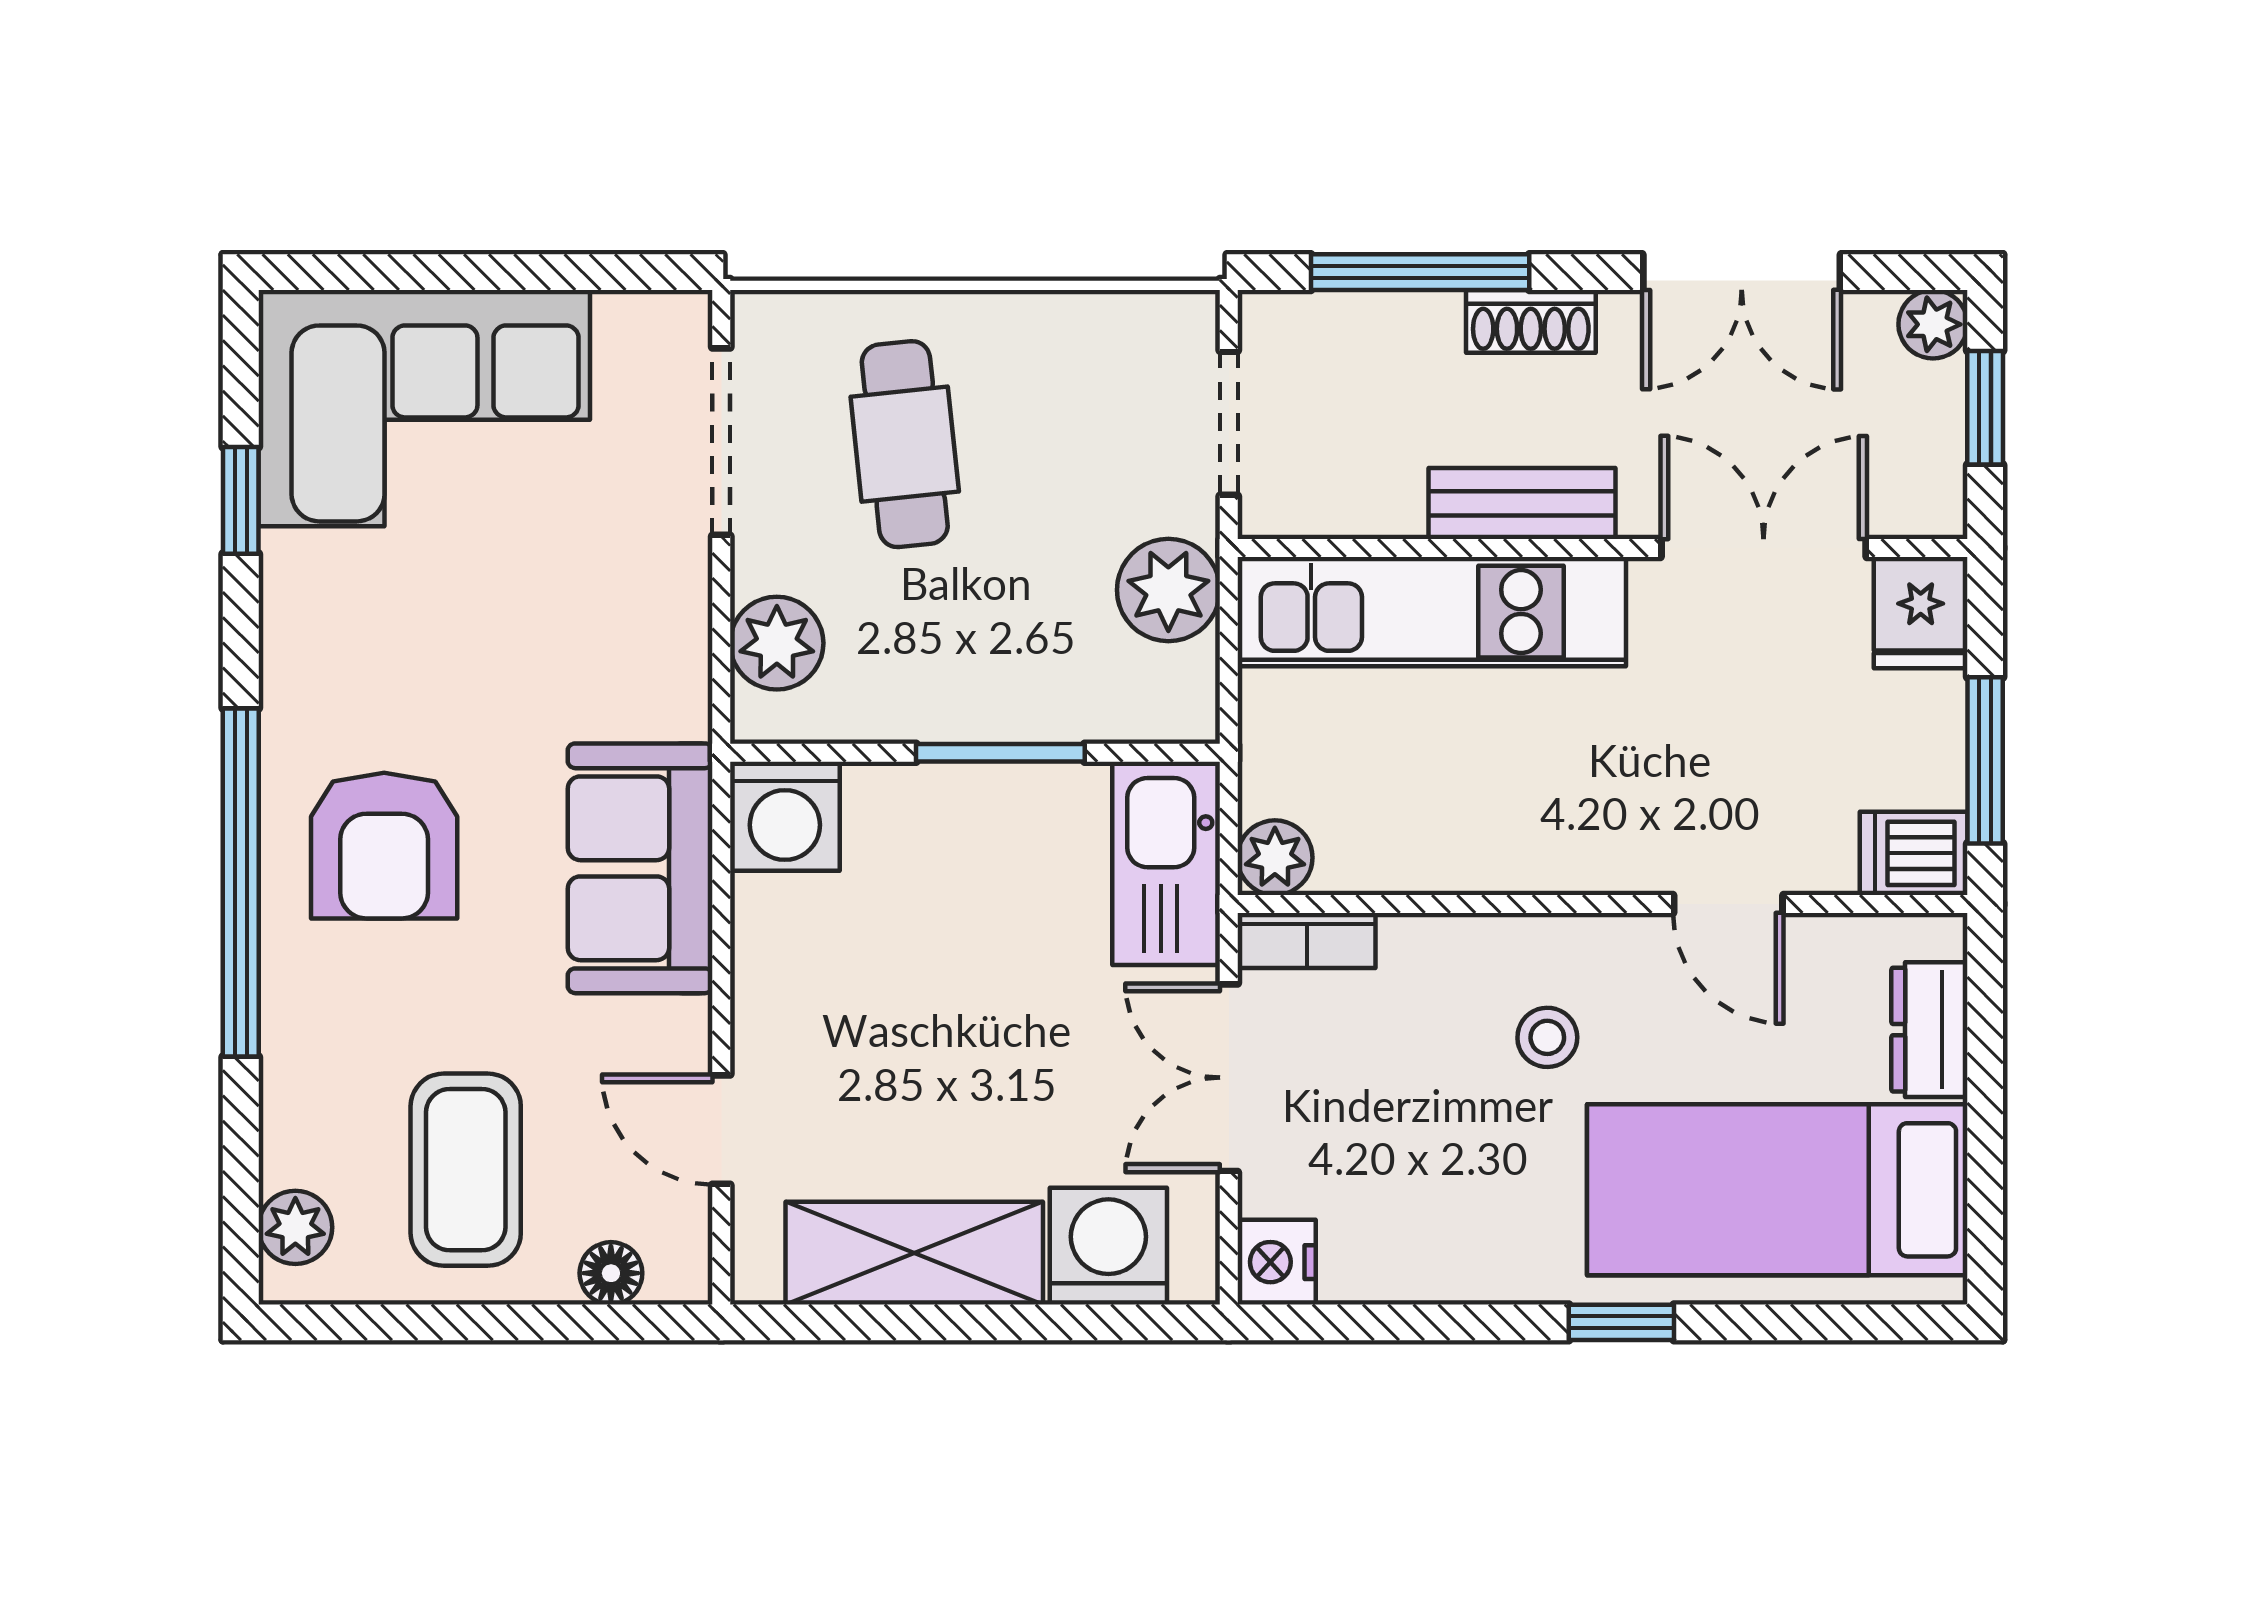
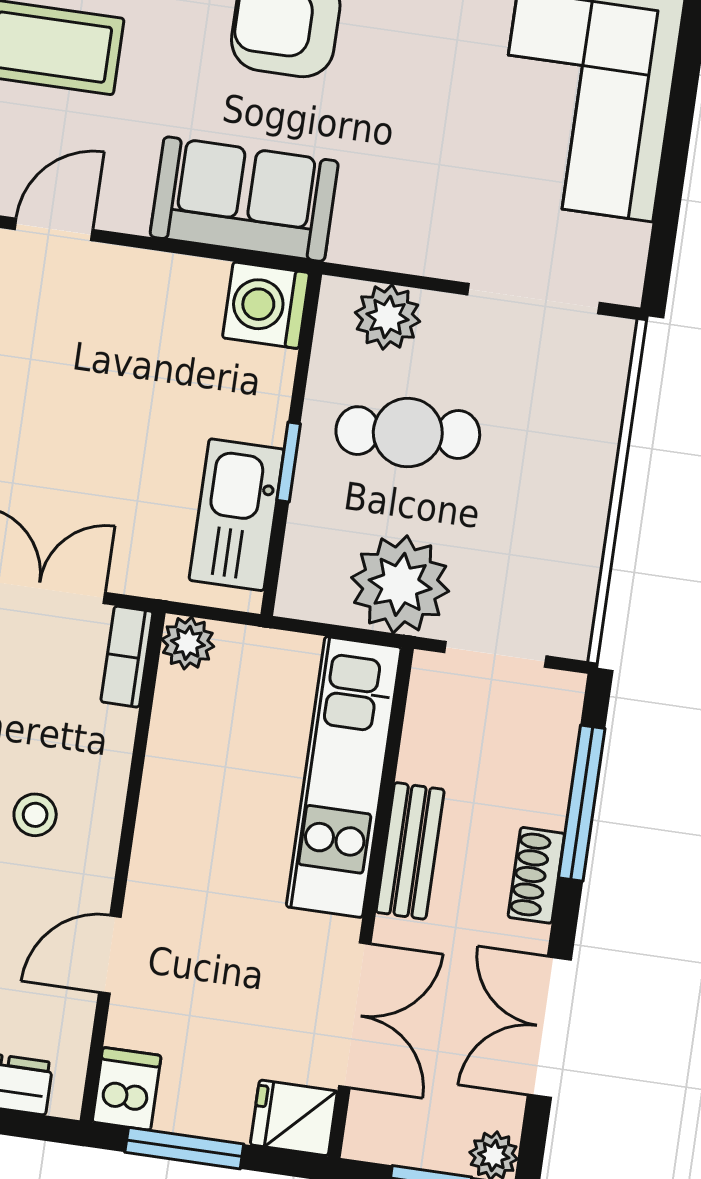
cafe table: (905, 444) -> (408, 433), moved
plant: (1168, 590) -> (400, 584), width x1.36, depth x1.36
window: (1000, 753) -> (289, 462), width x0.67
kitchen sink: (1166, 863) -> (236, 515), moved, turned -90

